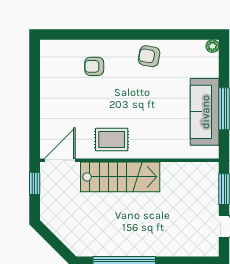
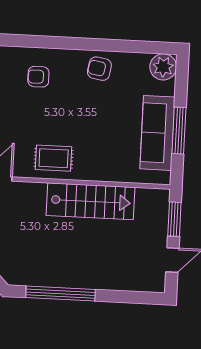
plant: (212, 46) -> (163, 67), width x1.88, depth x1.88
stairs: (120, 177) -> (90, 201), moved

